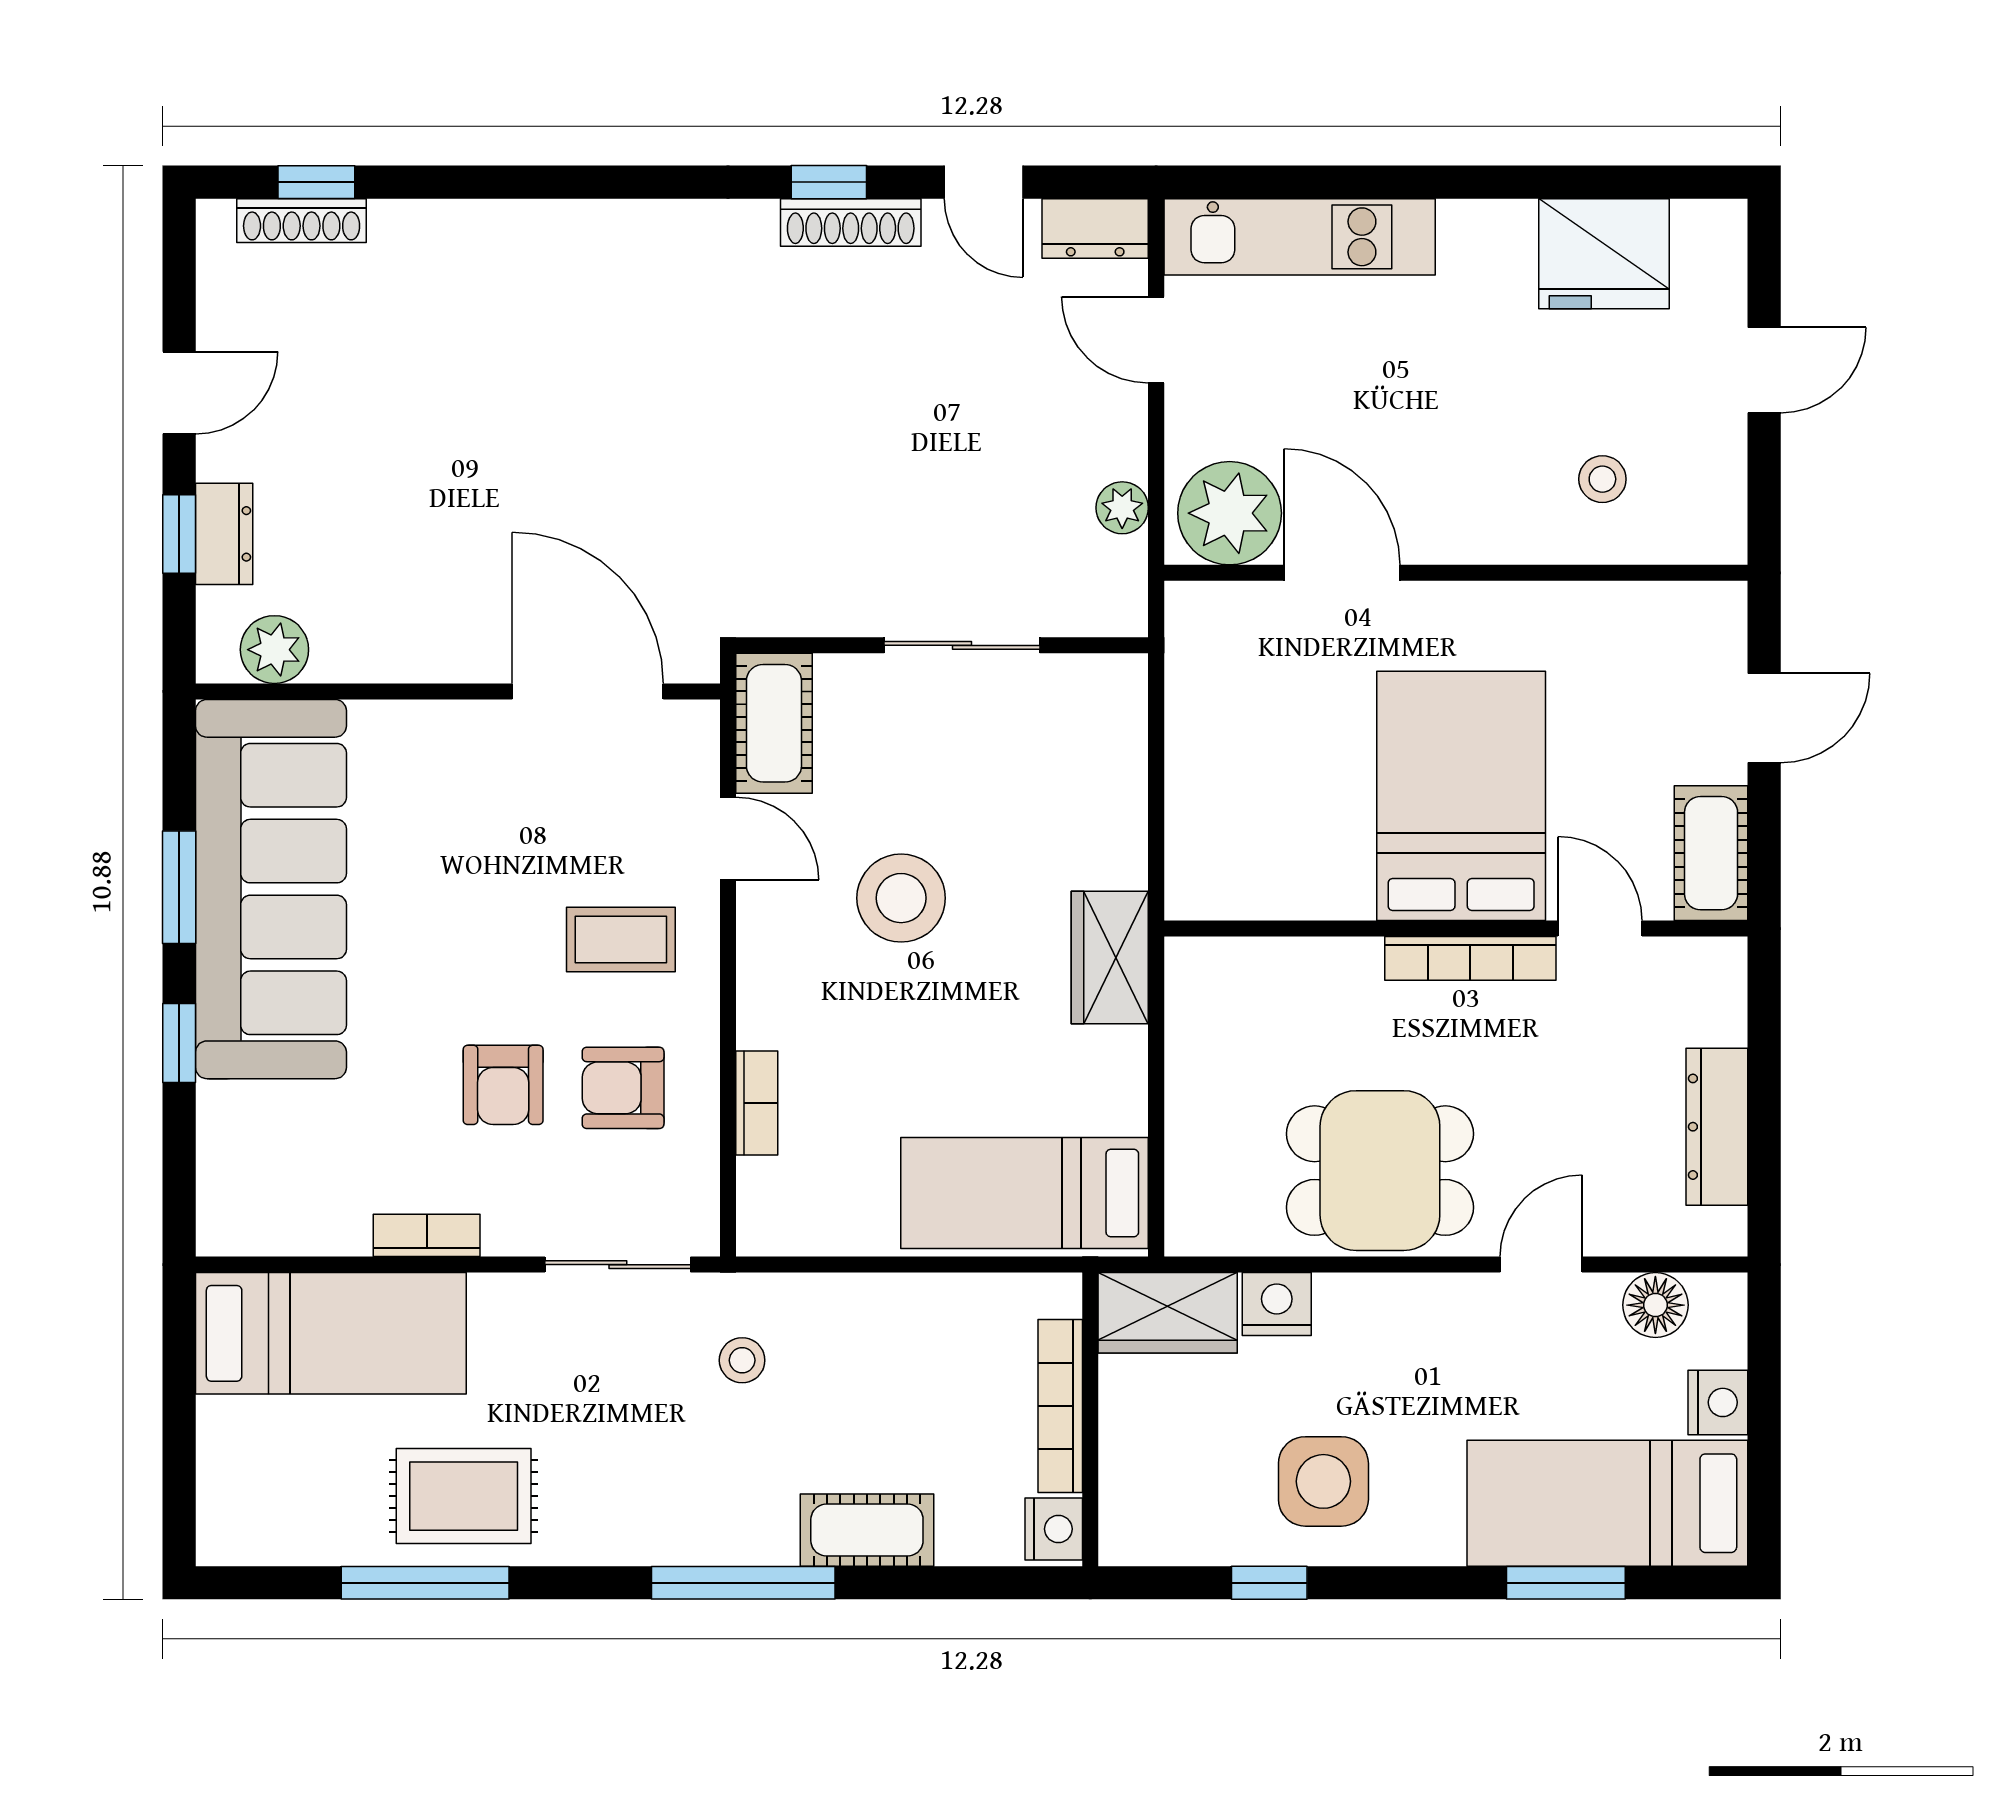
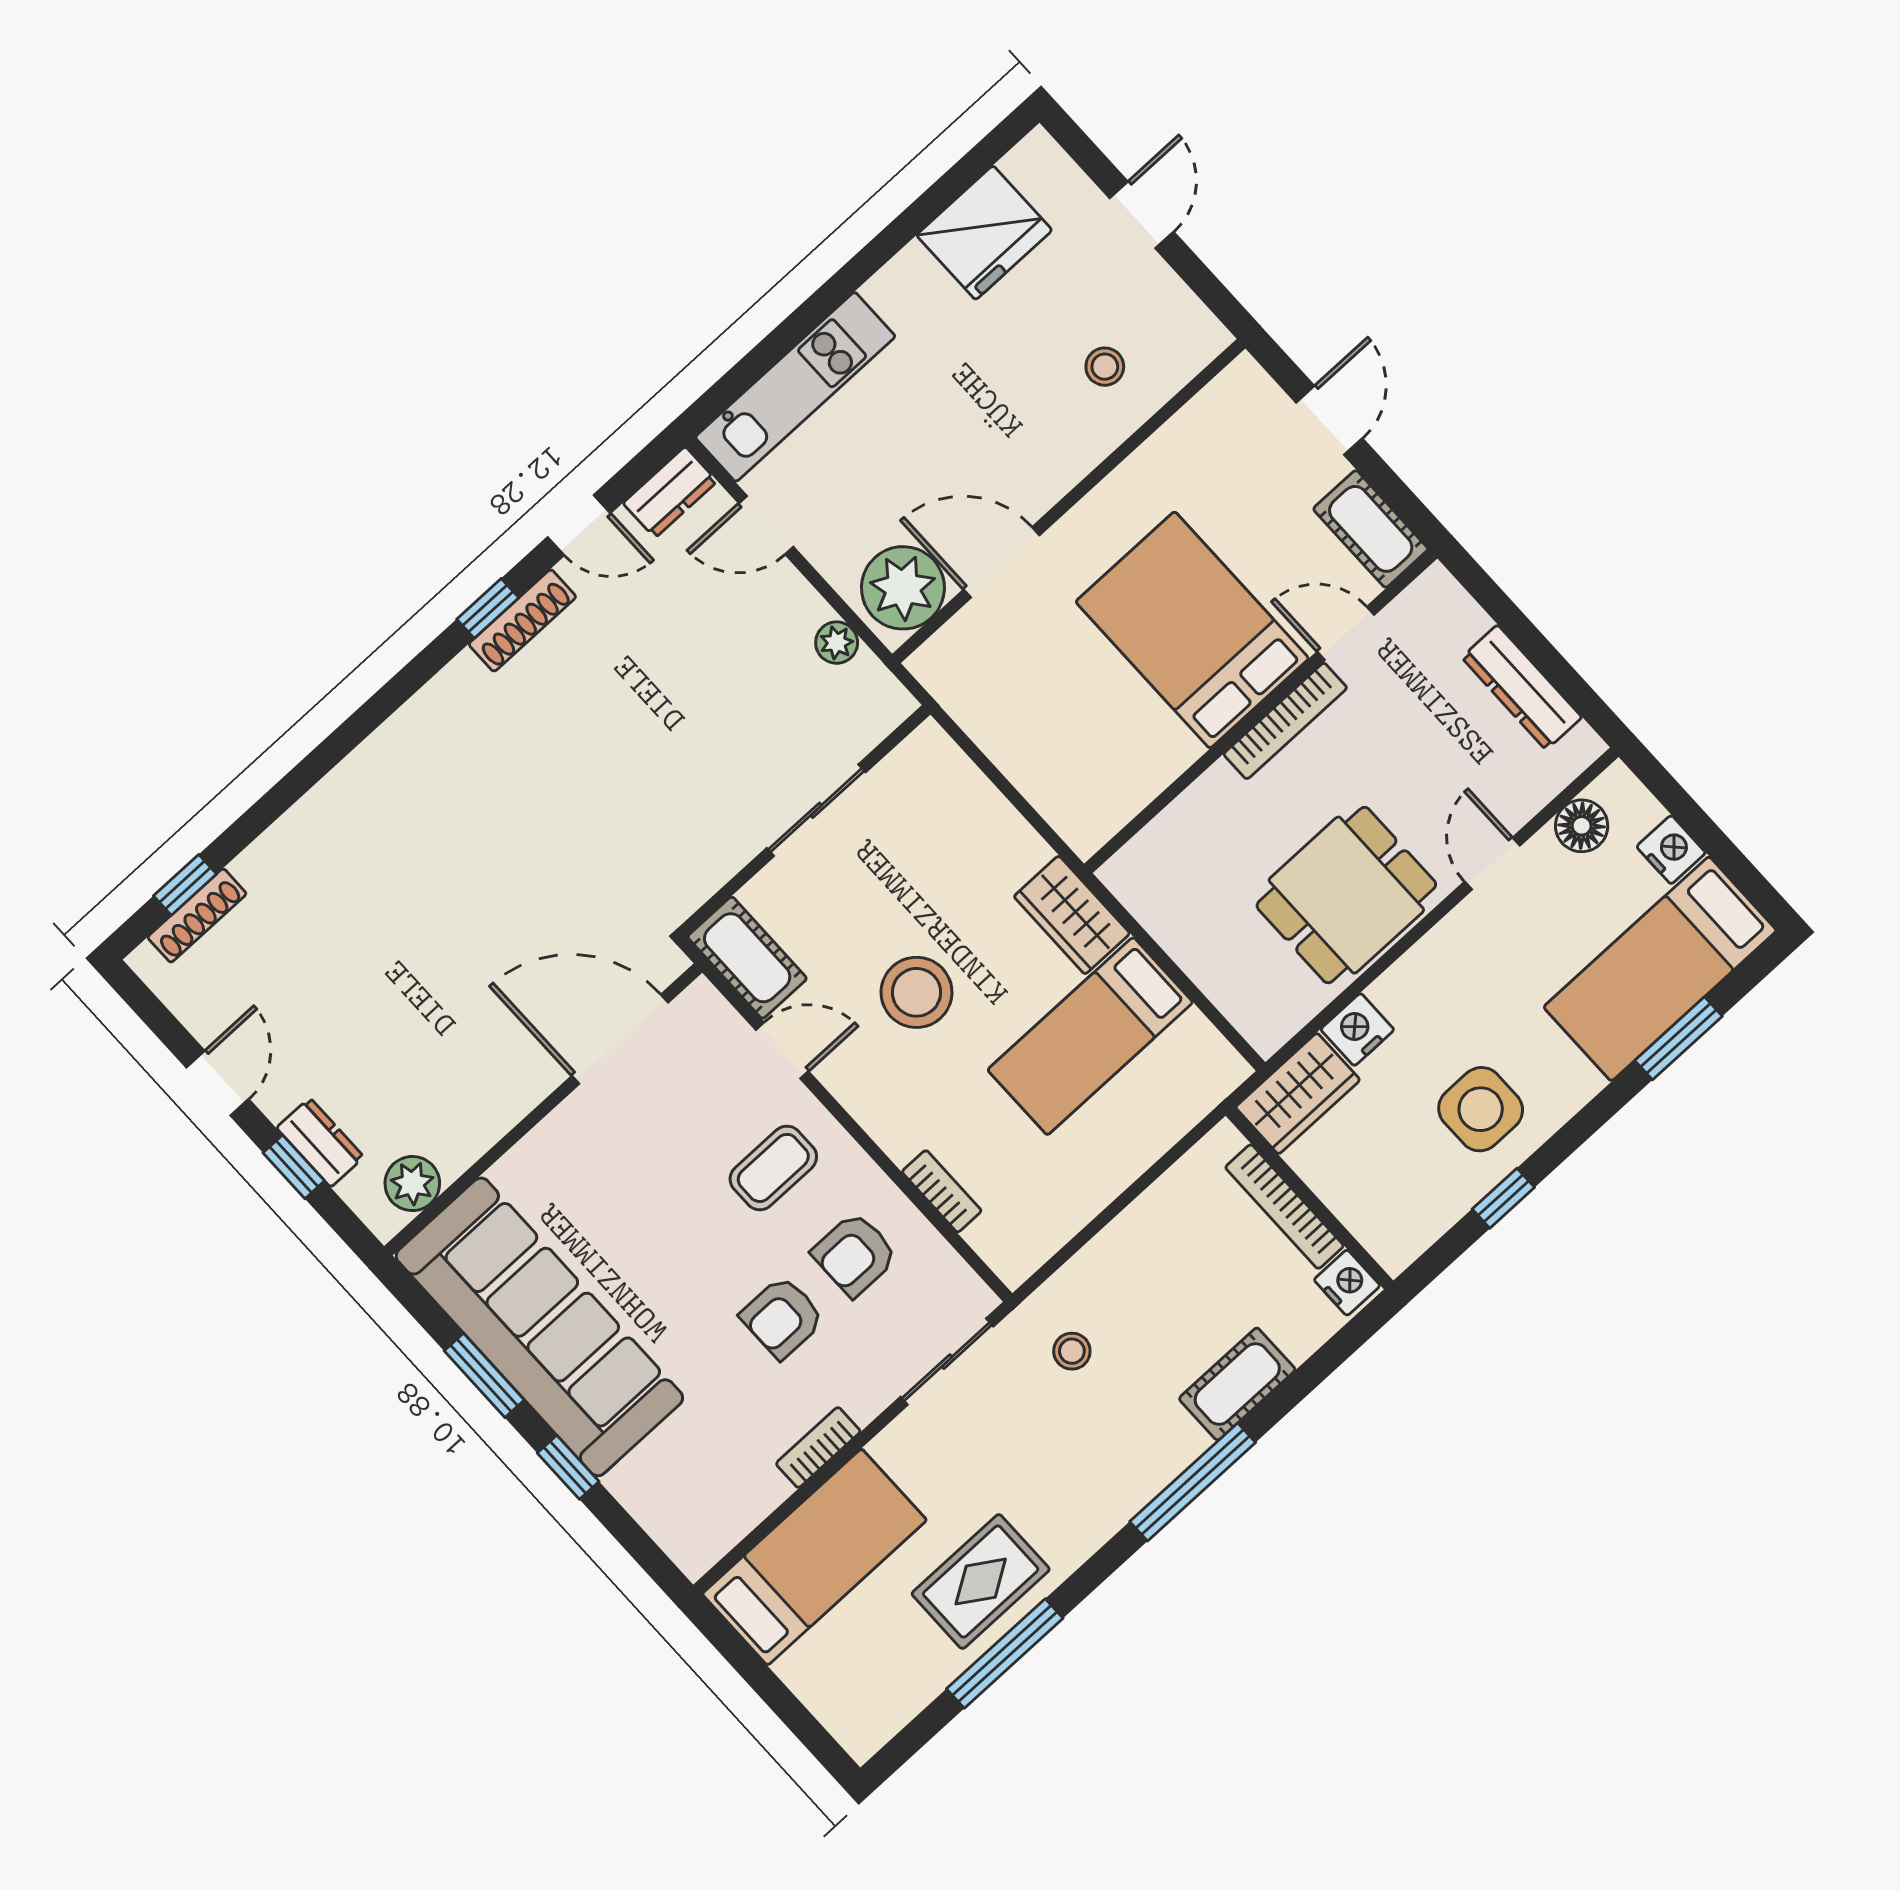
armchair: (503, 1085) -> (782, 1317), turned 90
bed: (1025, 1193) -> (1090, 1036), moved

